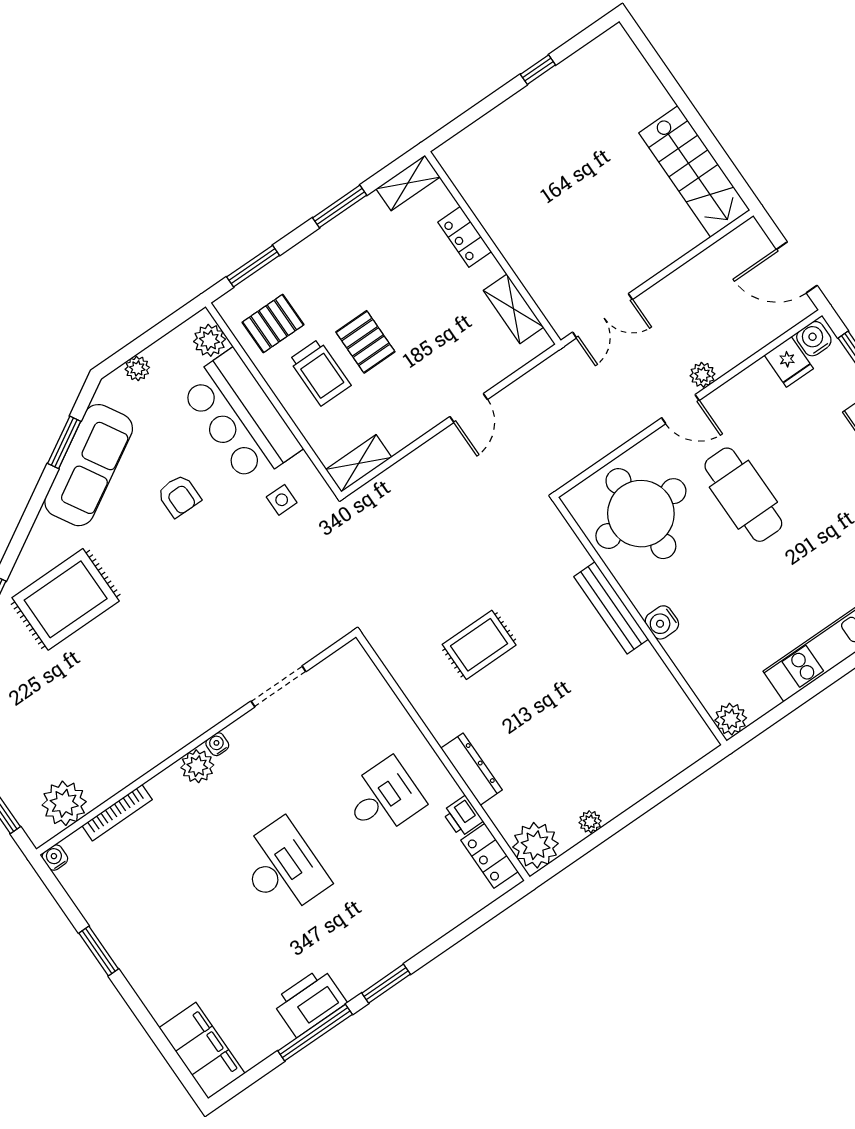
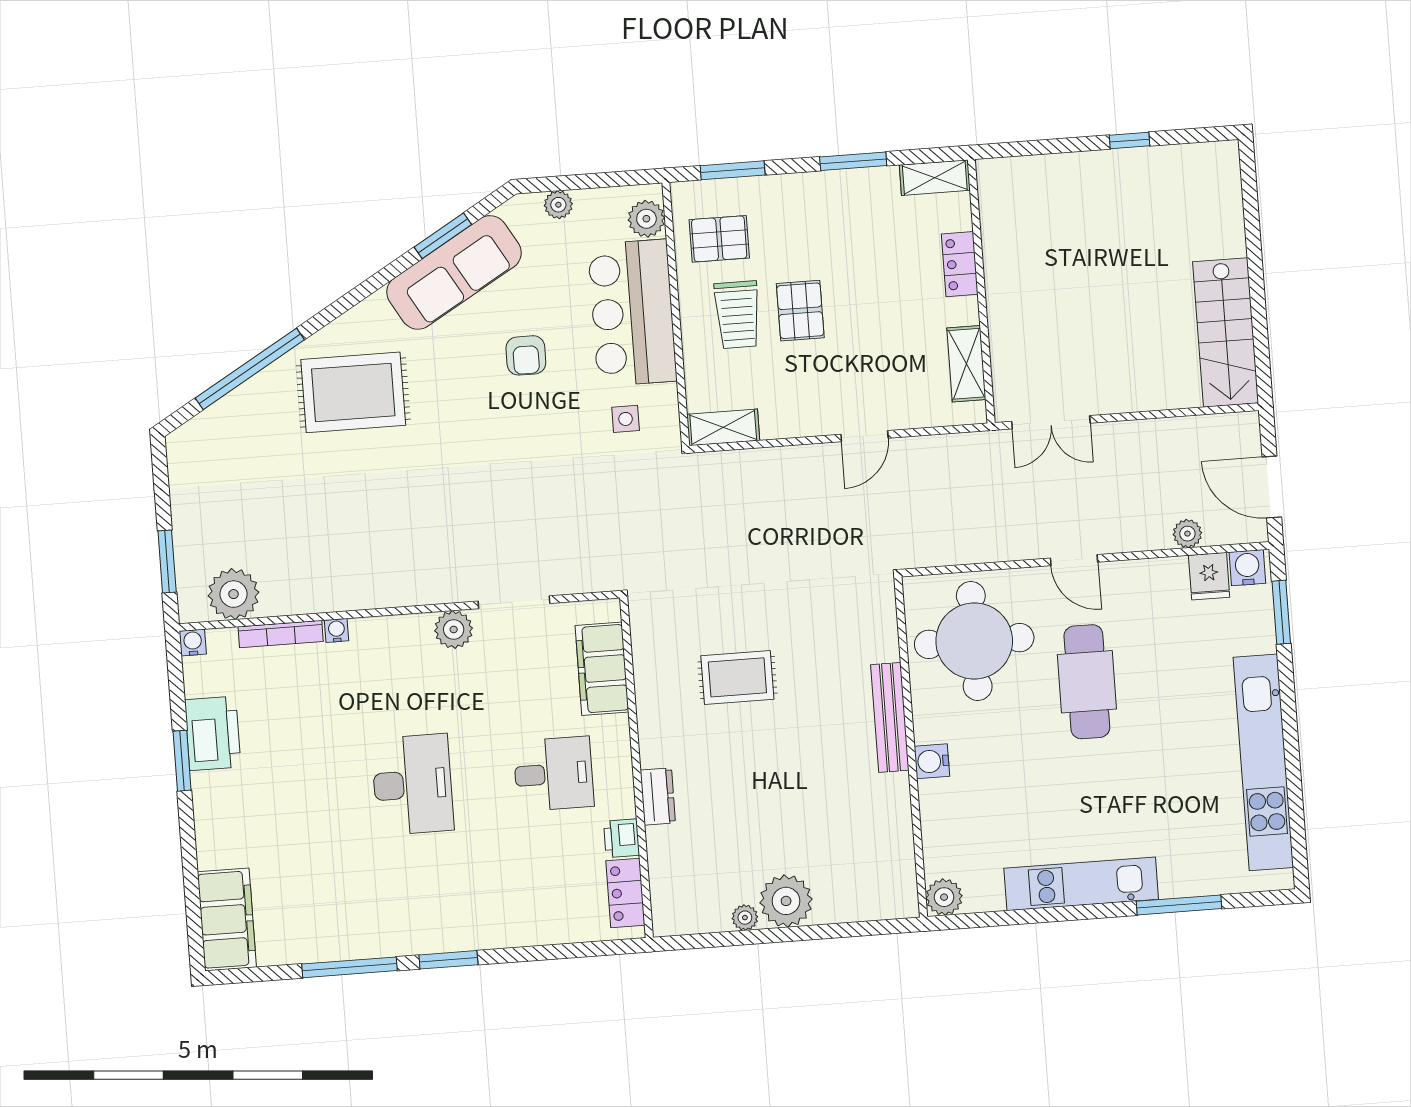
plant: (703, 375) -> (1187, 534), moved
filing cabinet: (374, 698) -> (602, 669), added
water cooler: (217, 744) -> (337, 630), moved
plant: (197, 766) -> (454, 630), moved
dresser: (472, 769) -> (658, 796), width x0.70
plant: (536, 845) -> (786, 901), moved
printer: (309, 1002) -> (213, 733), moved, turned 90

